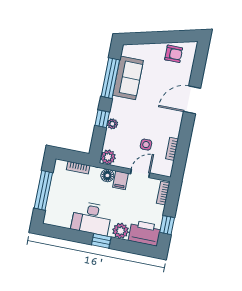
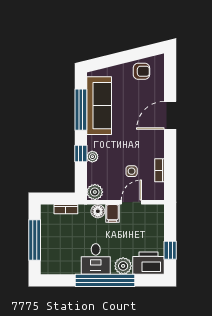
sofa: (128, 78) -> (99, 106), width x1.36
bookcase: (163, 193) -> (159, 218), removed
desk: (92, 218) -> (96, 259), width x0.73
window: (101, 241) -> (105, 280), width x3.17

